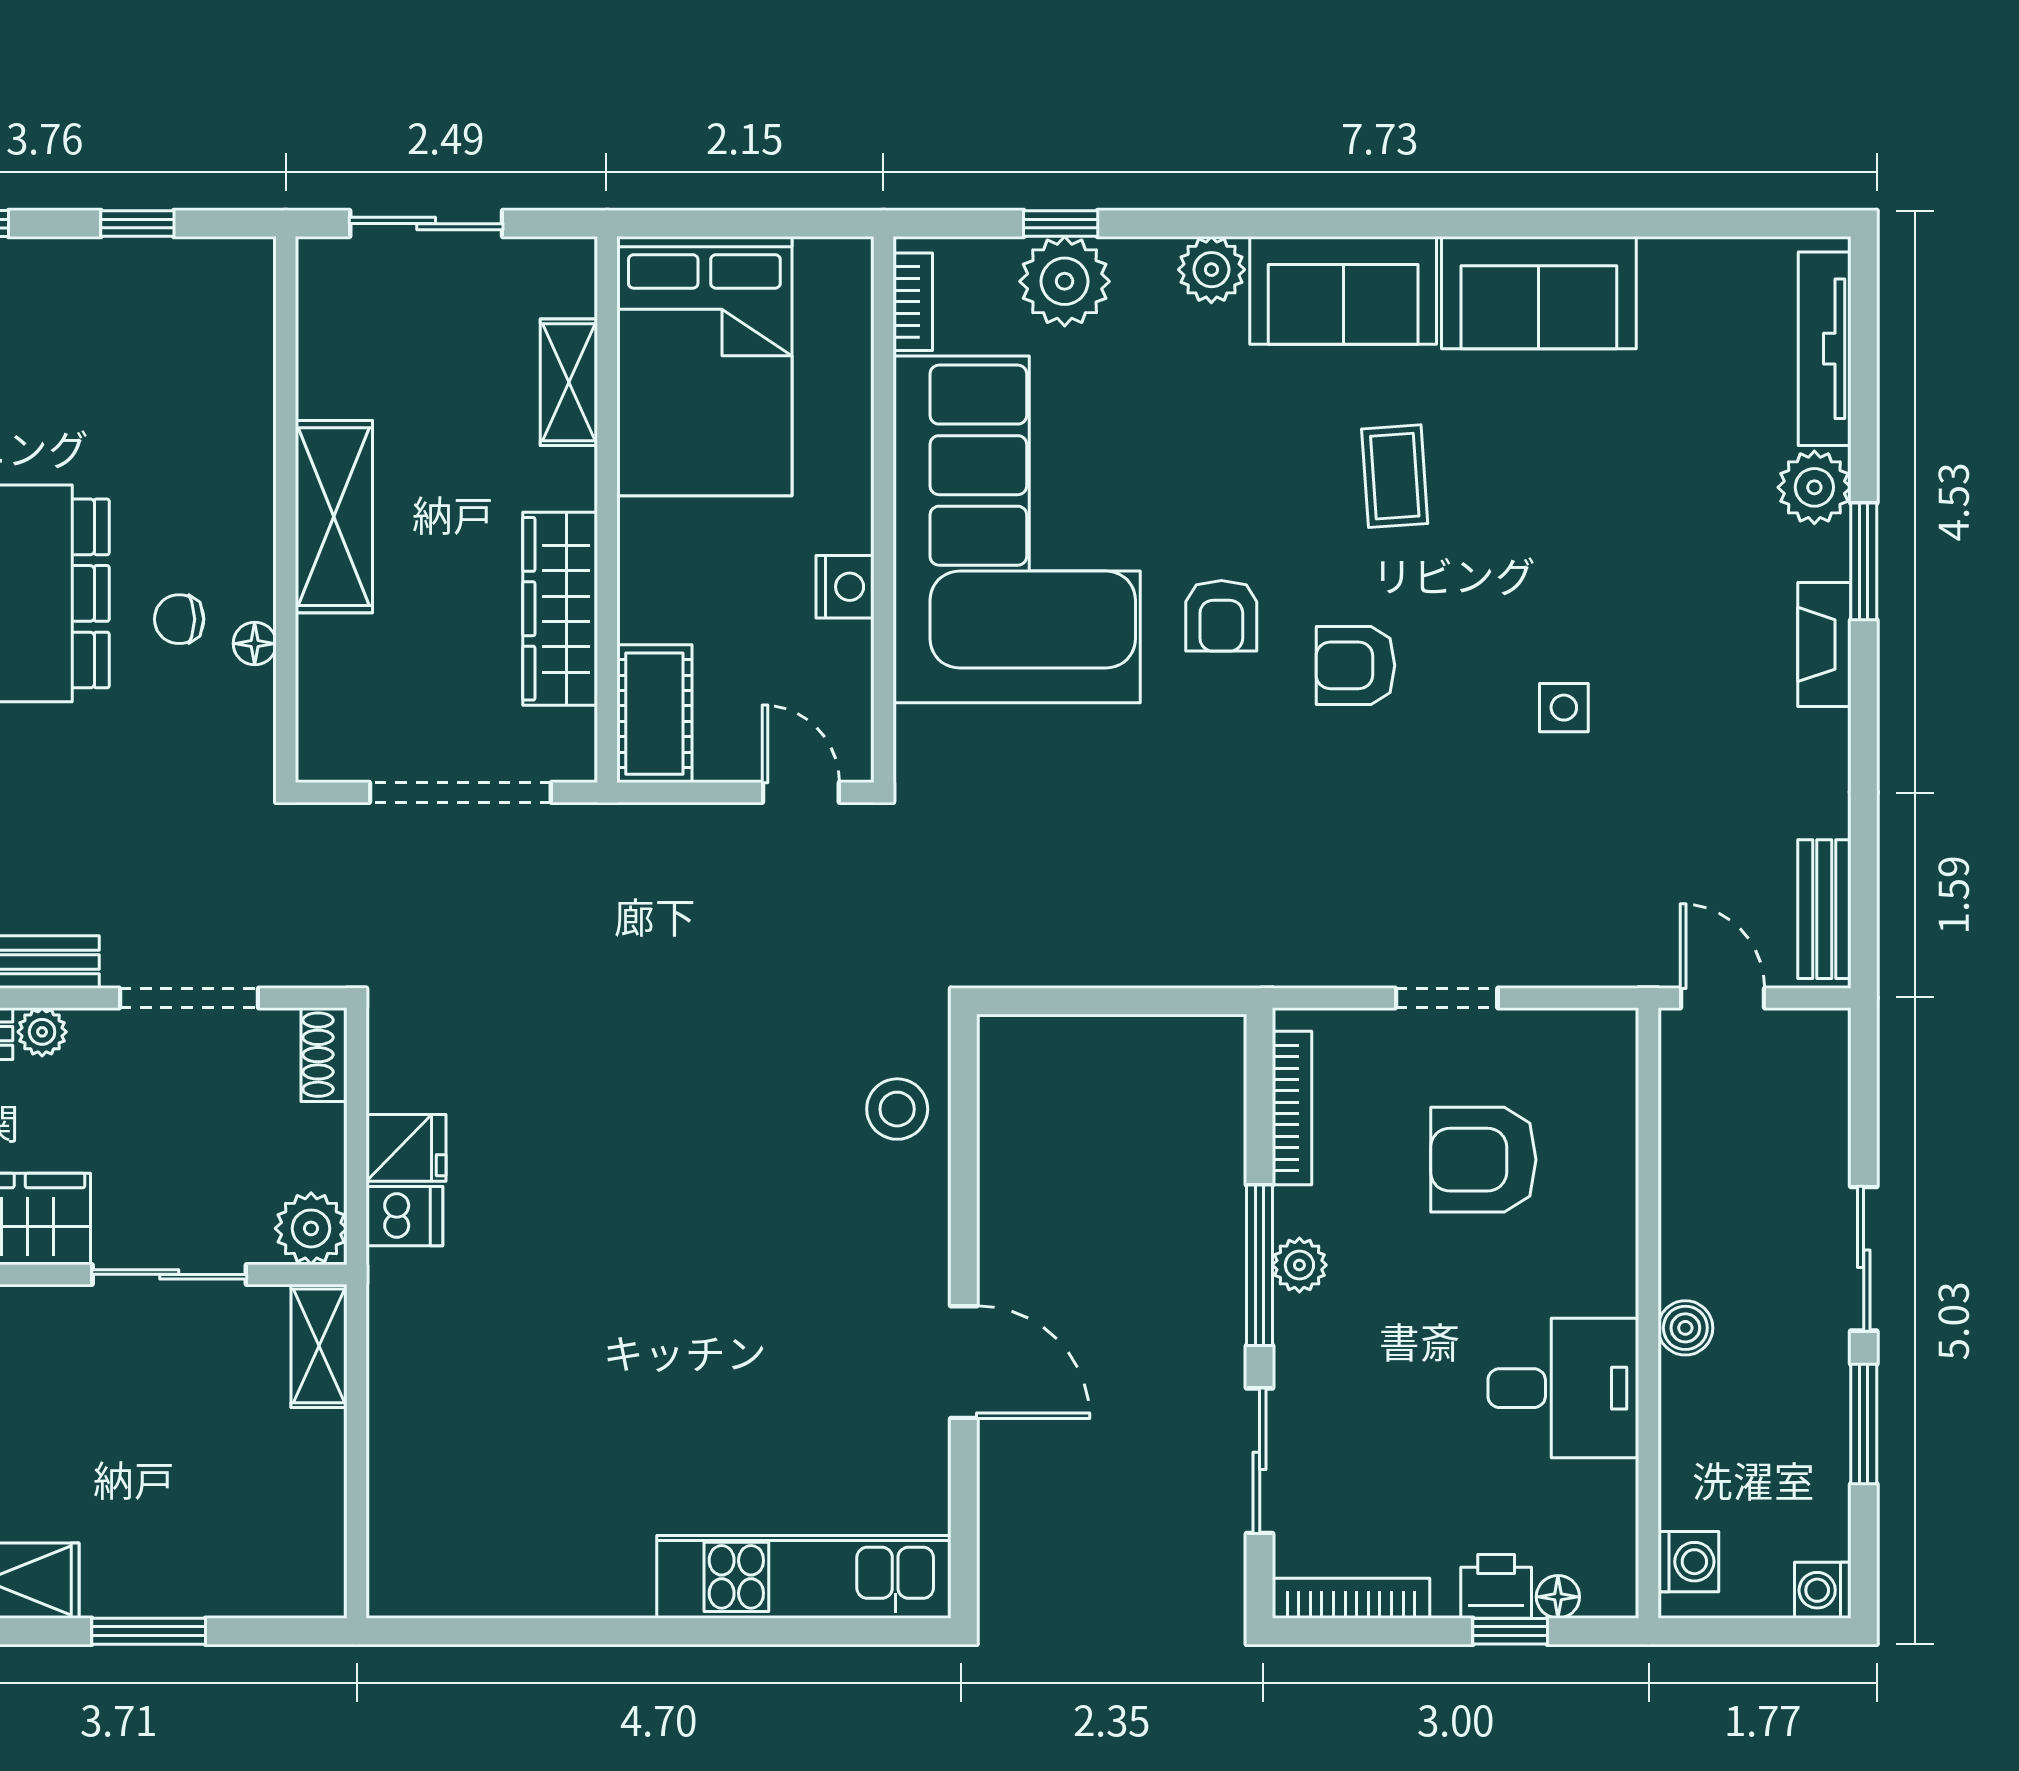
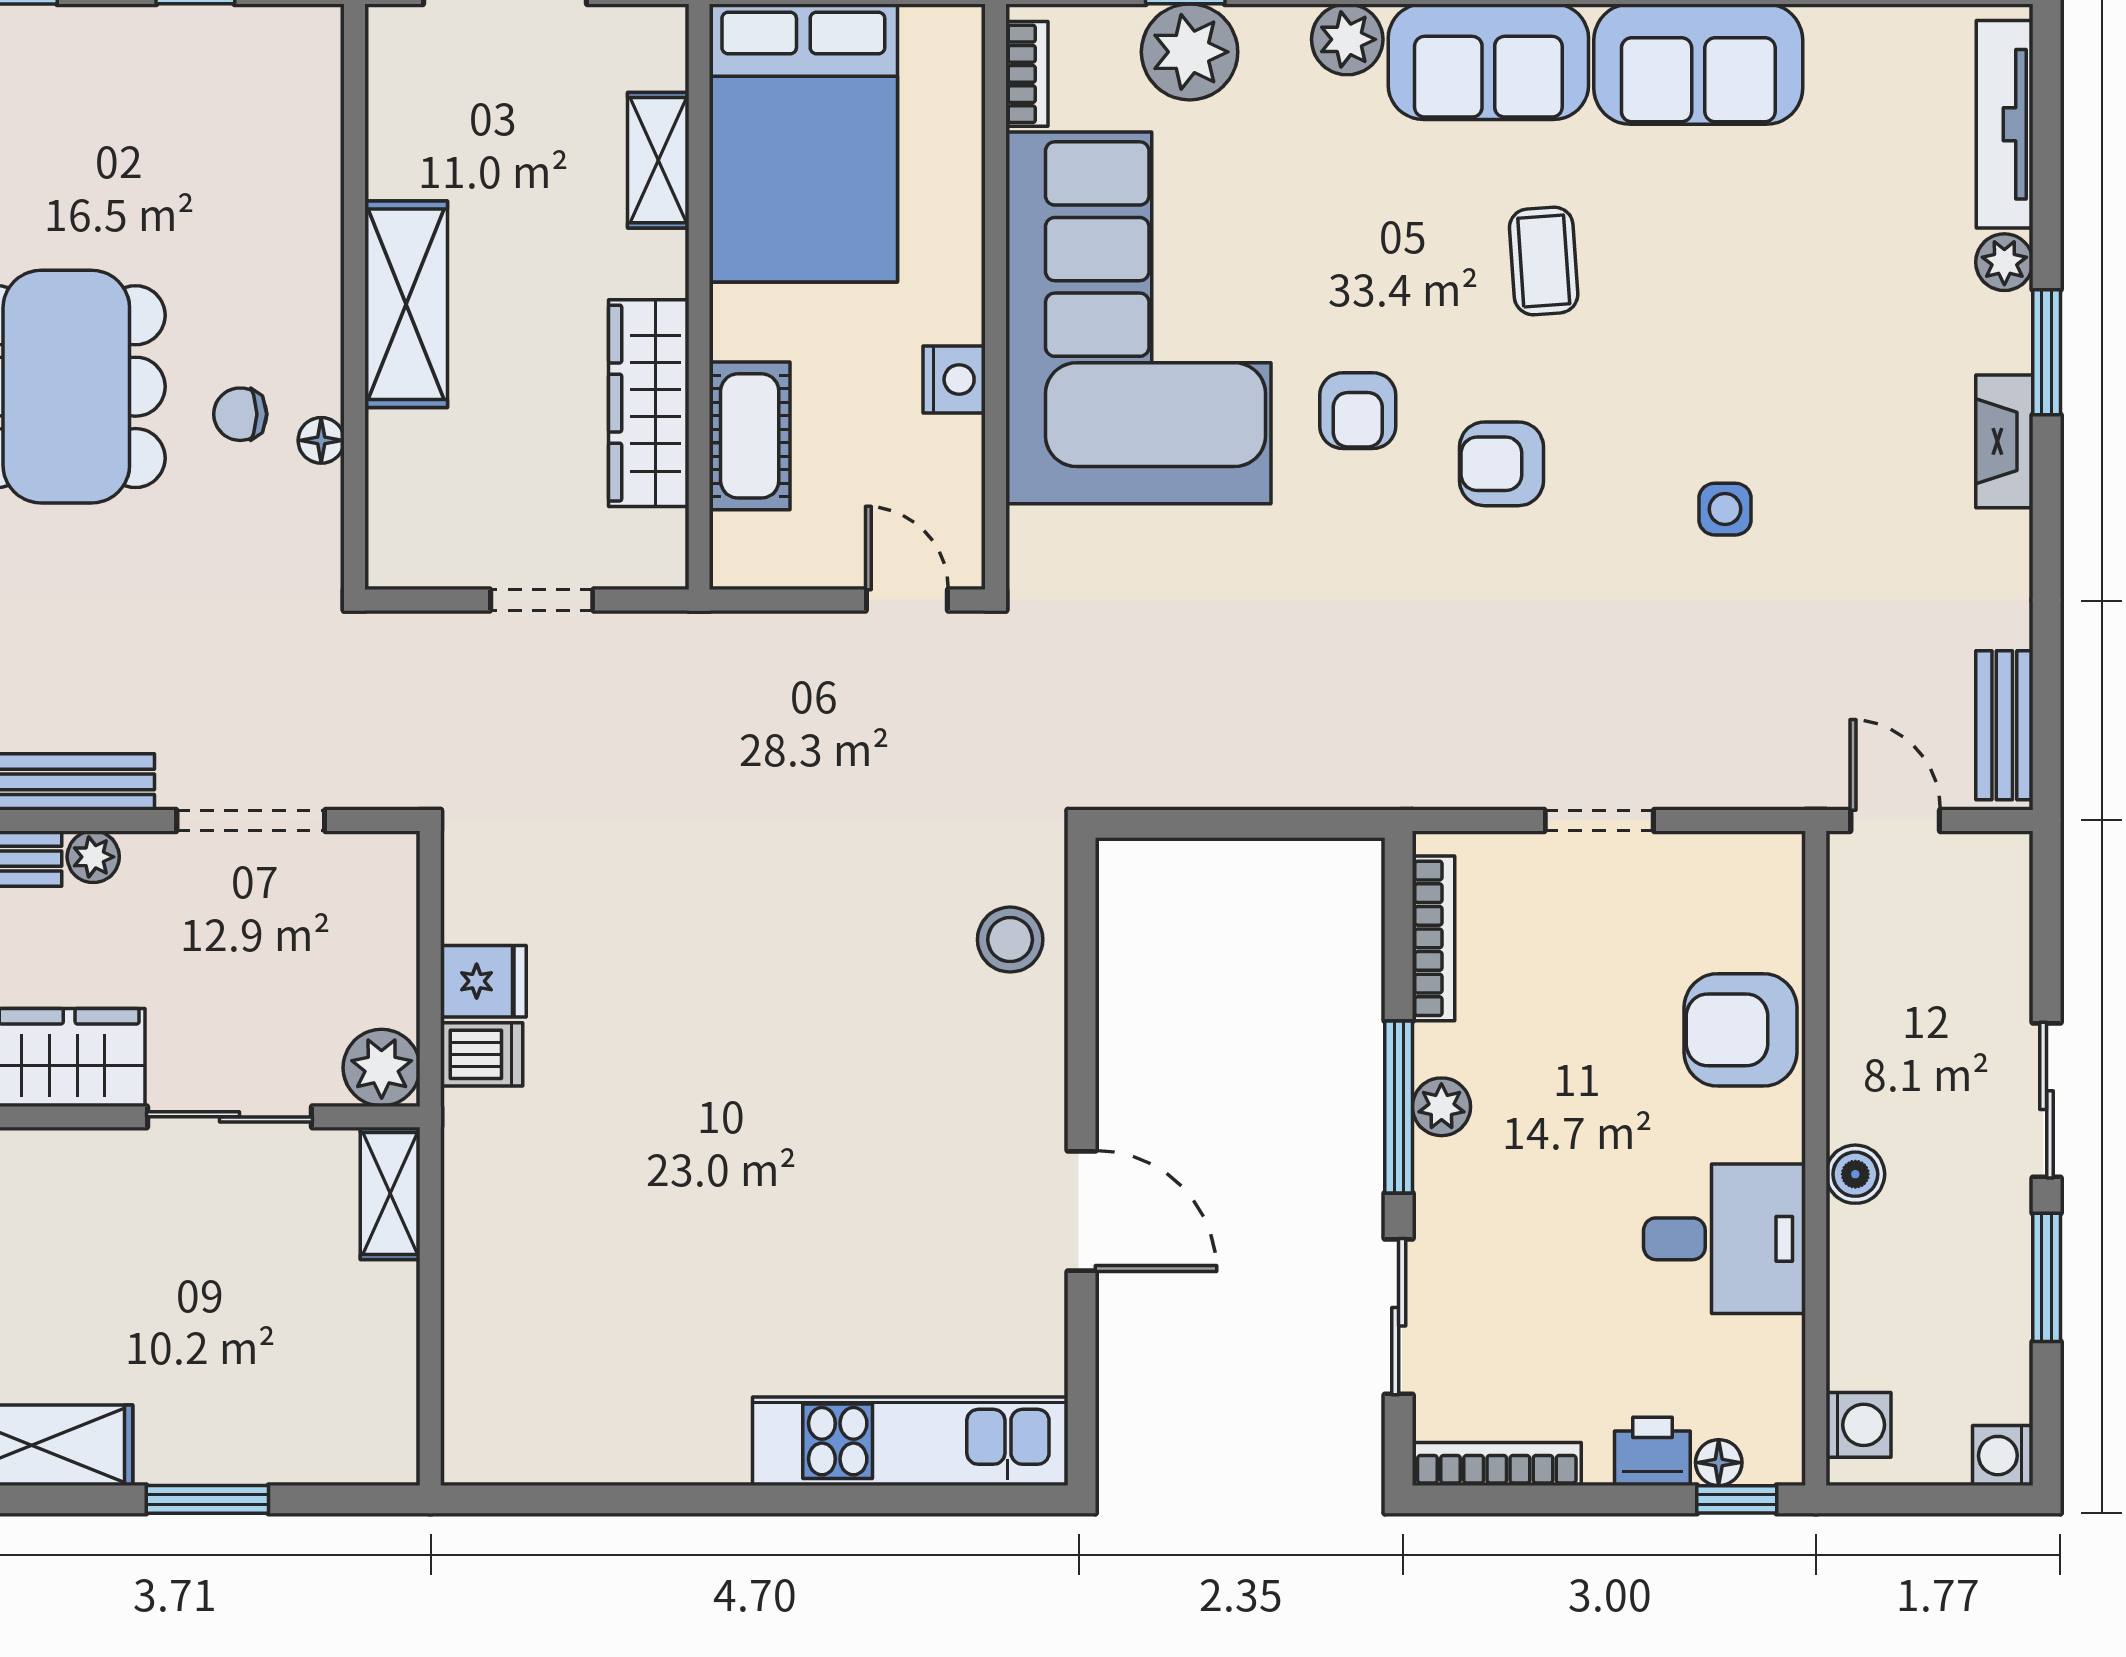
plant: (1814, 487) -> (2004, 262), width x0.73, depth x0.73
cot: (654, 714) -> (750, 436), moved
doorway: (460, 792) -> (542, 600), width x0.53
shoe rack: (324, 1055) -> (395, 881), removed
armchair: (1483, 1160) -> (1741, 1030), moved
window: (1510, 1631) -> (1737, 1499), moved

